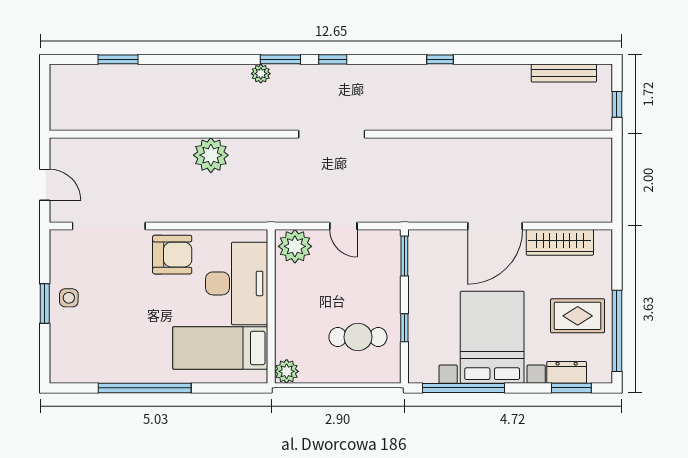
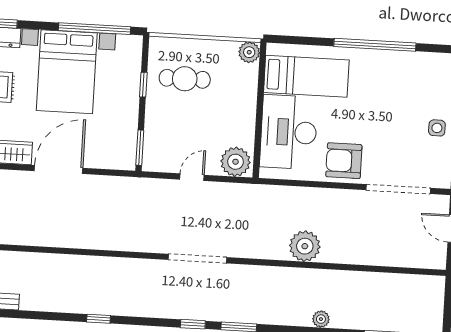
plant: (261, 74) -> (321, 319), moved
door: (343, 226) -> (192, 177), hinge flipped

